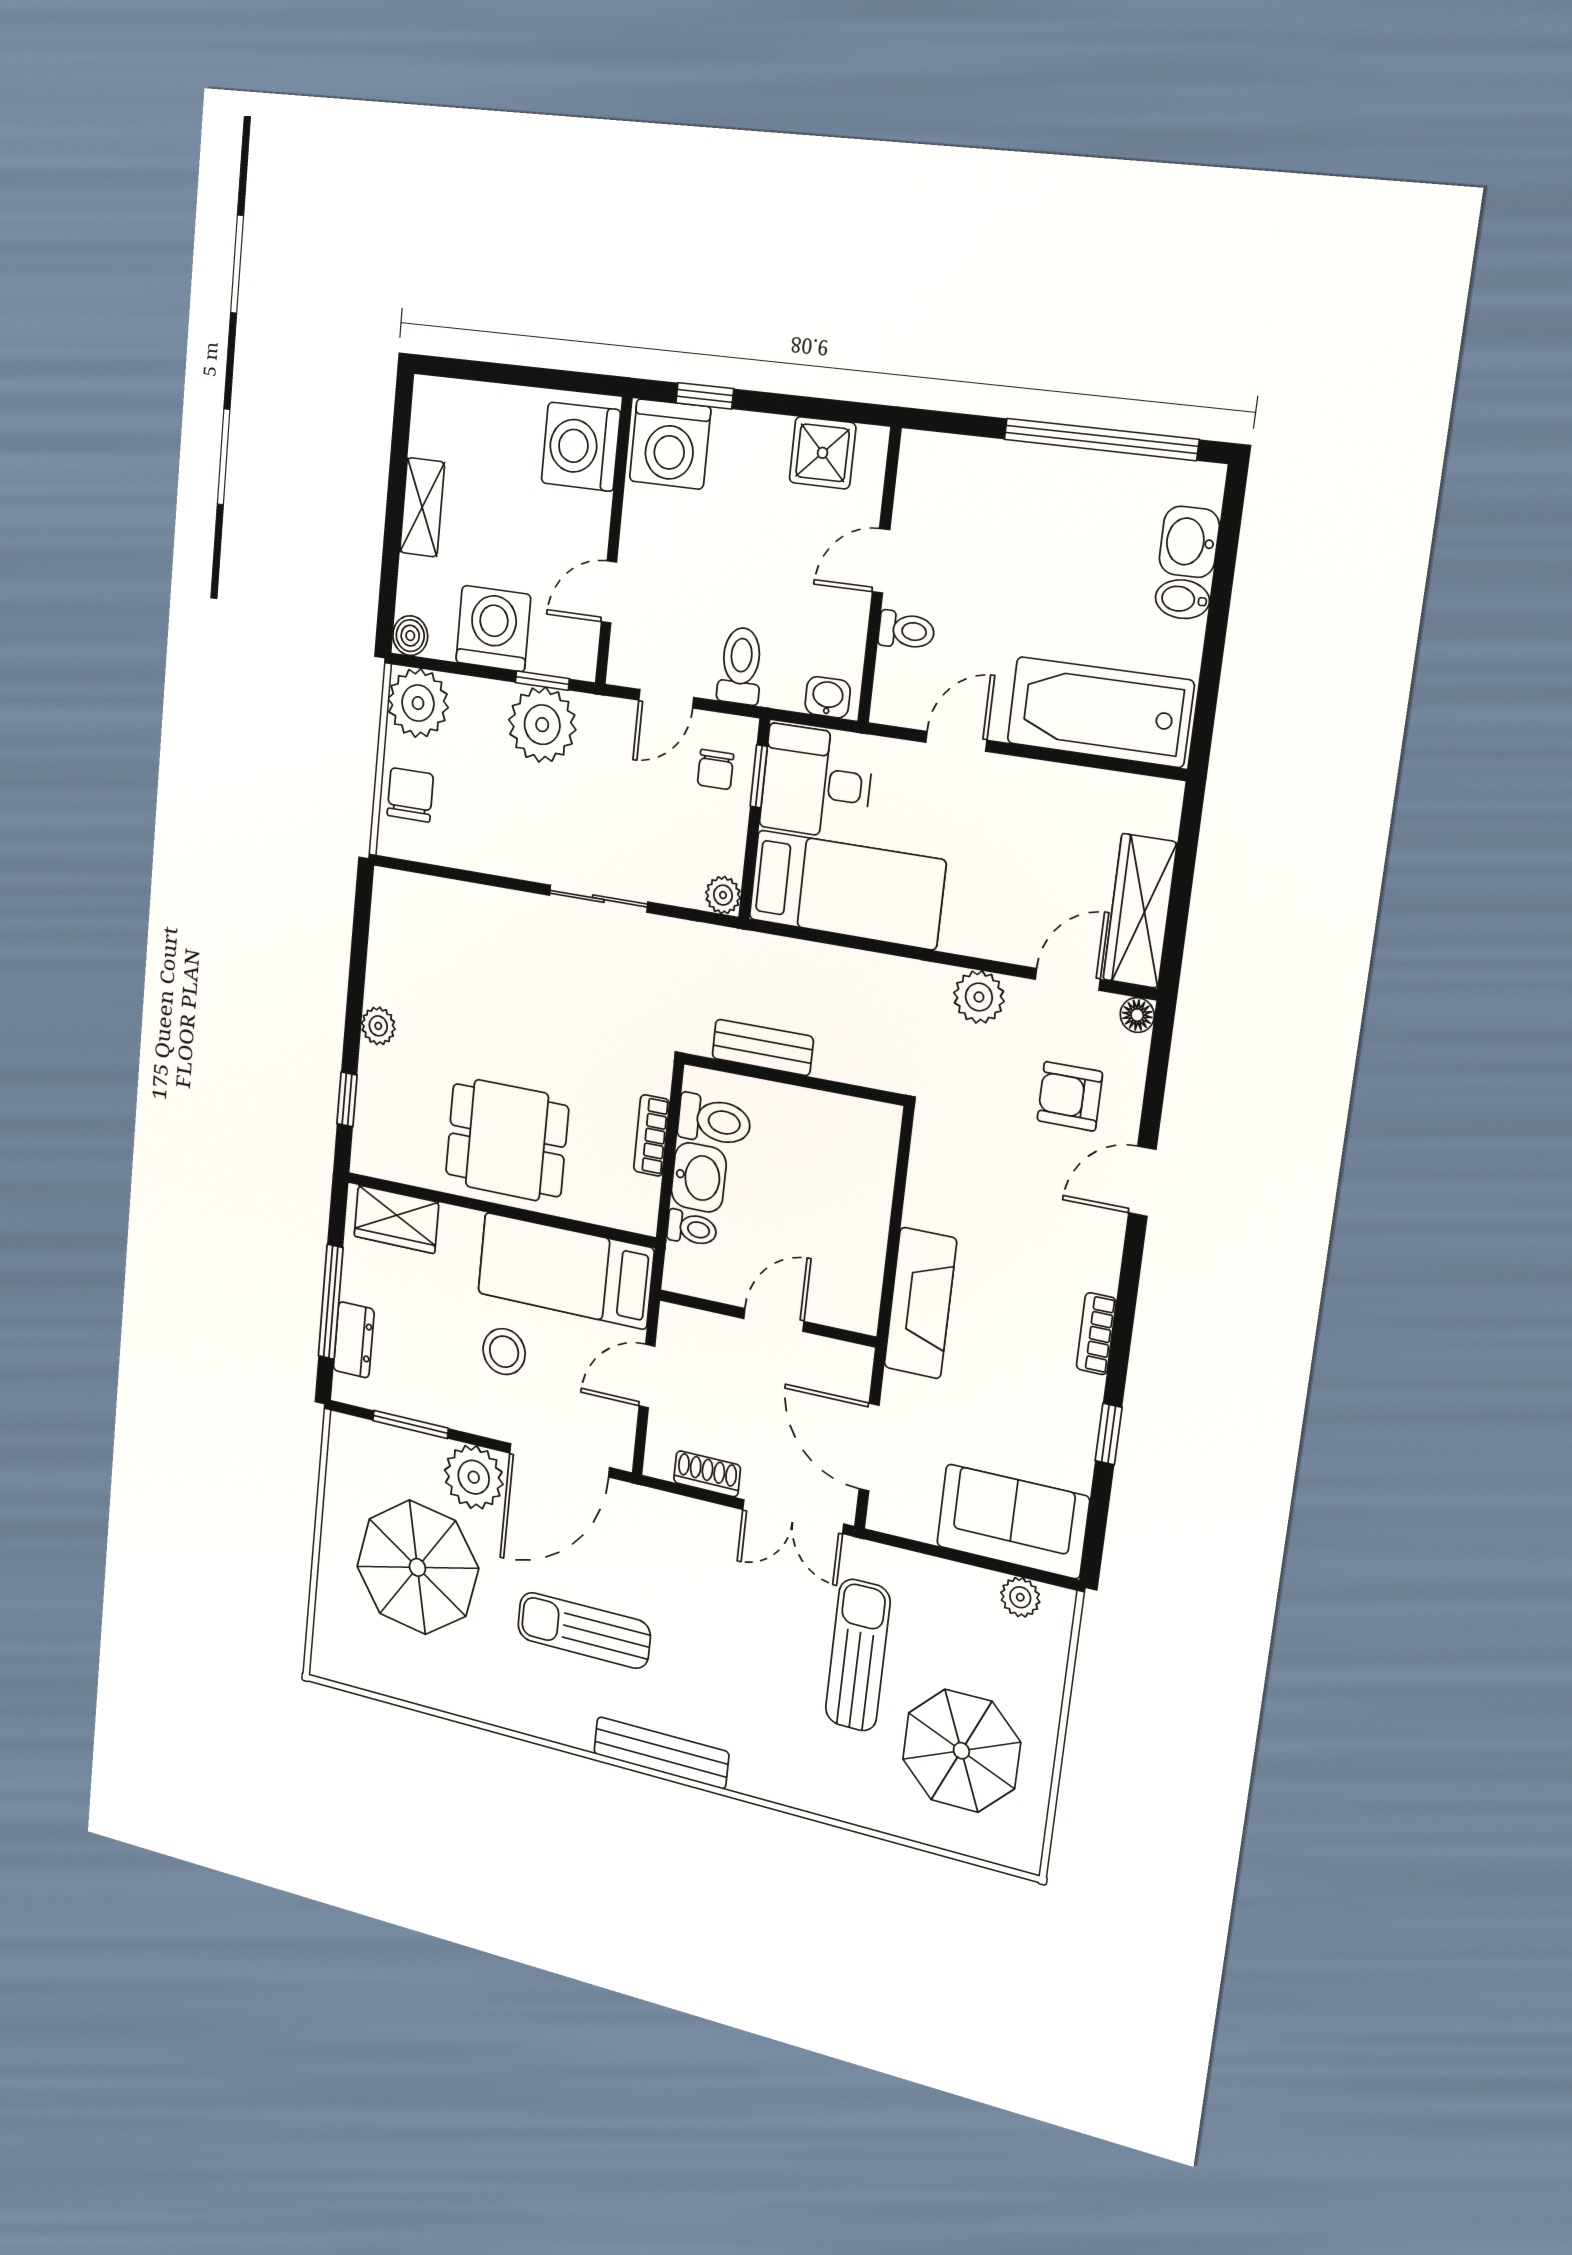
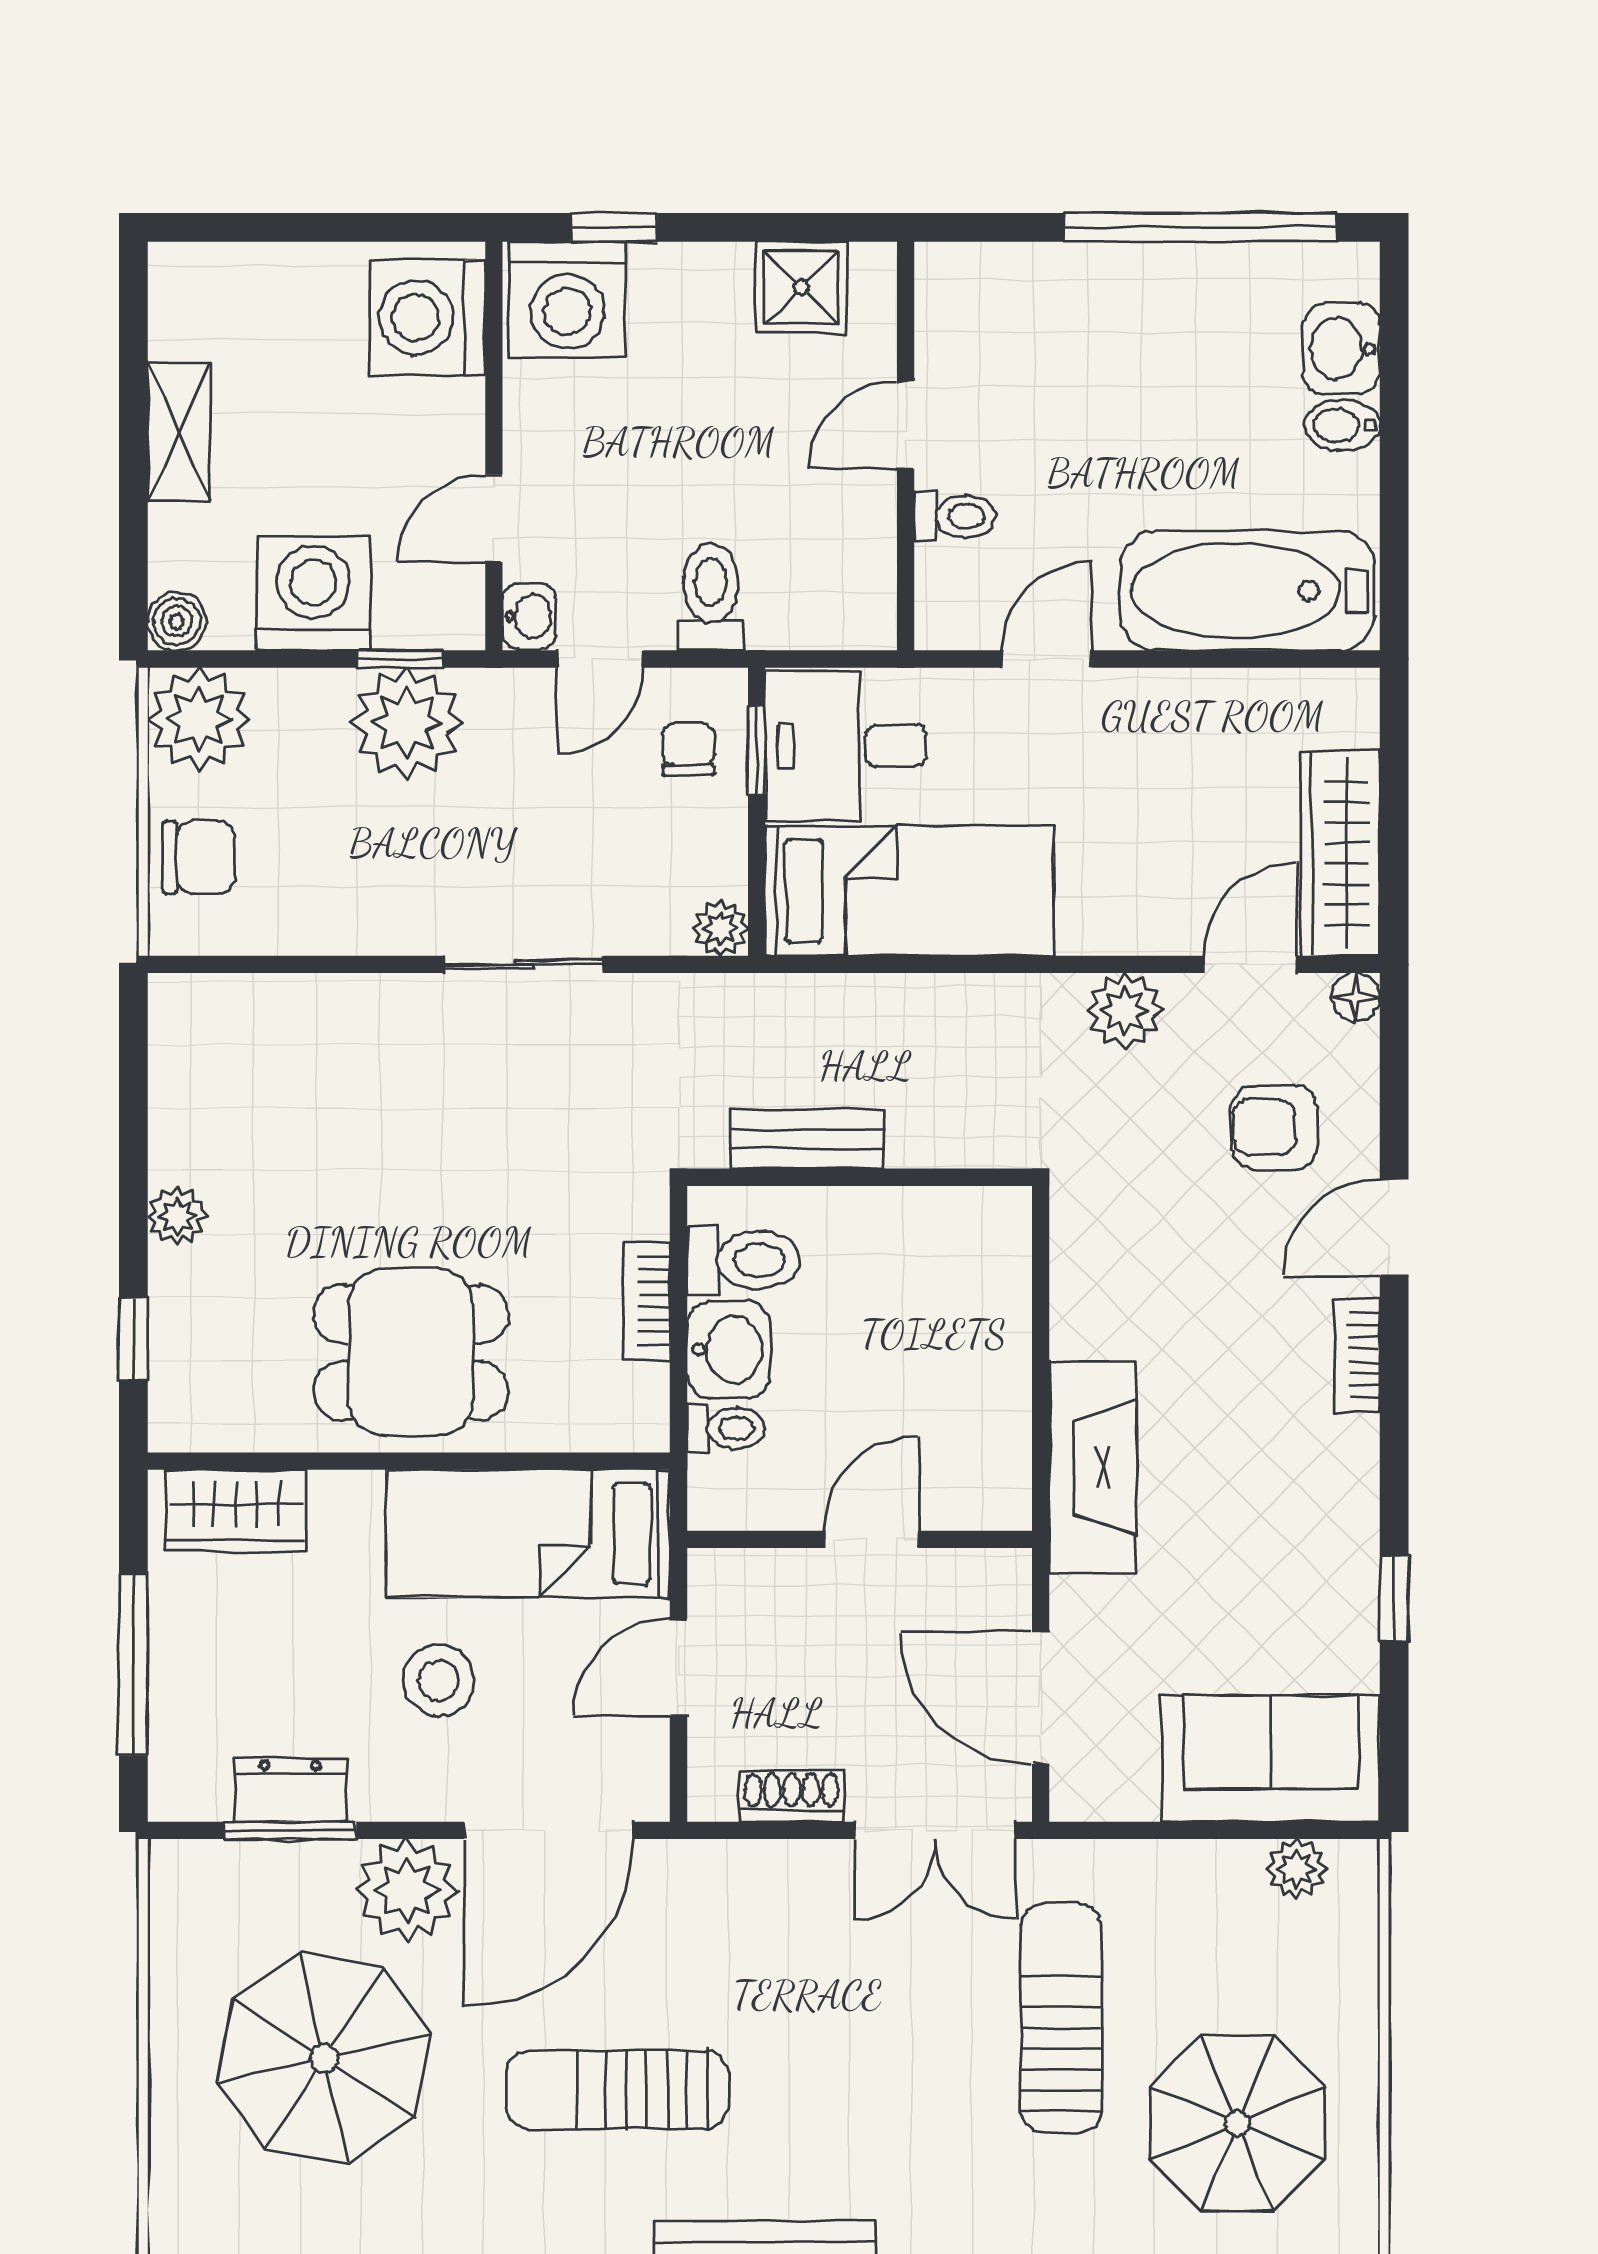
washbasin: (828, 697) -> (529, 616), moved, turned 90
chair: (715, 770) -> (689, 749), turned 180
chair: (410, 795) -> (199, 857), turned 90
bookcase: (1096, 1334) -> (1357, 1355), moved
dresser: (354, 1340) -> (290, 1790), moved, turned -90

